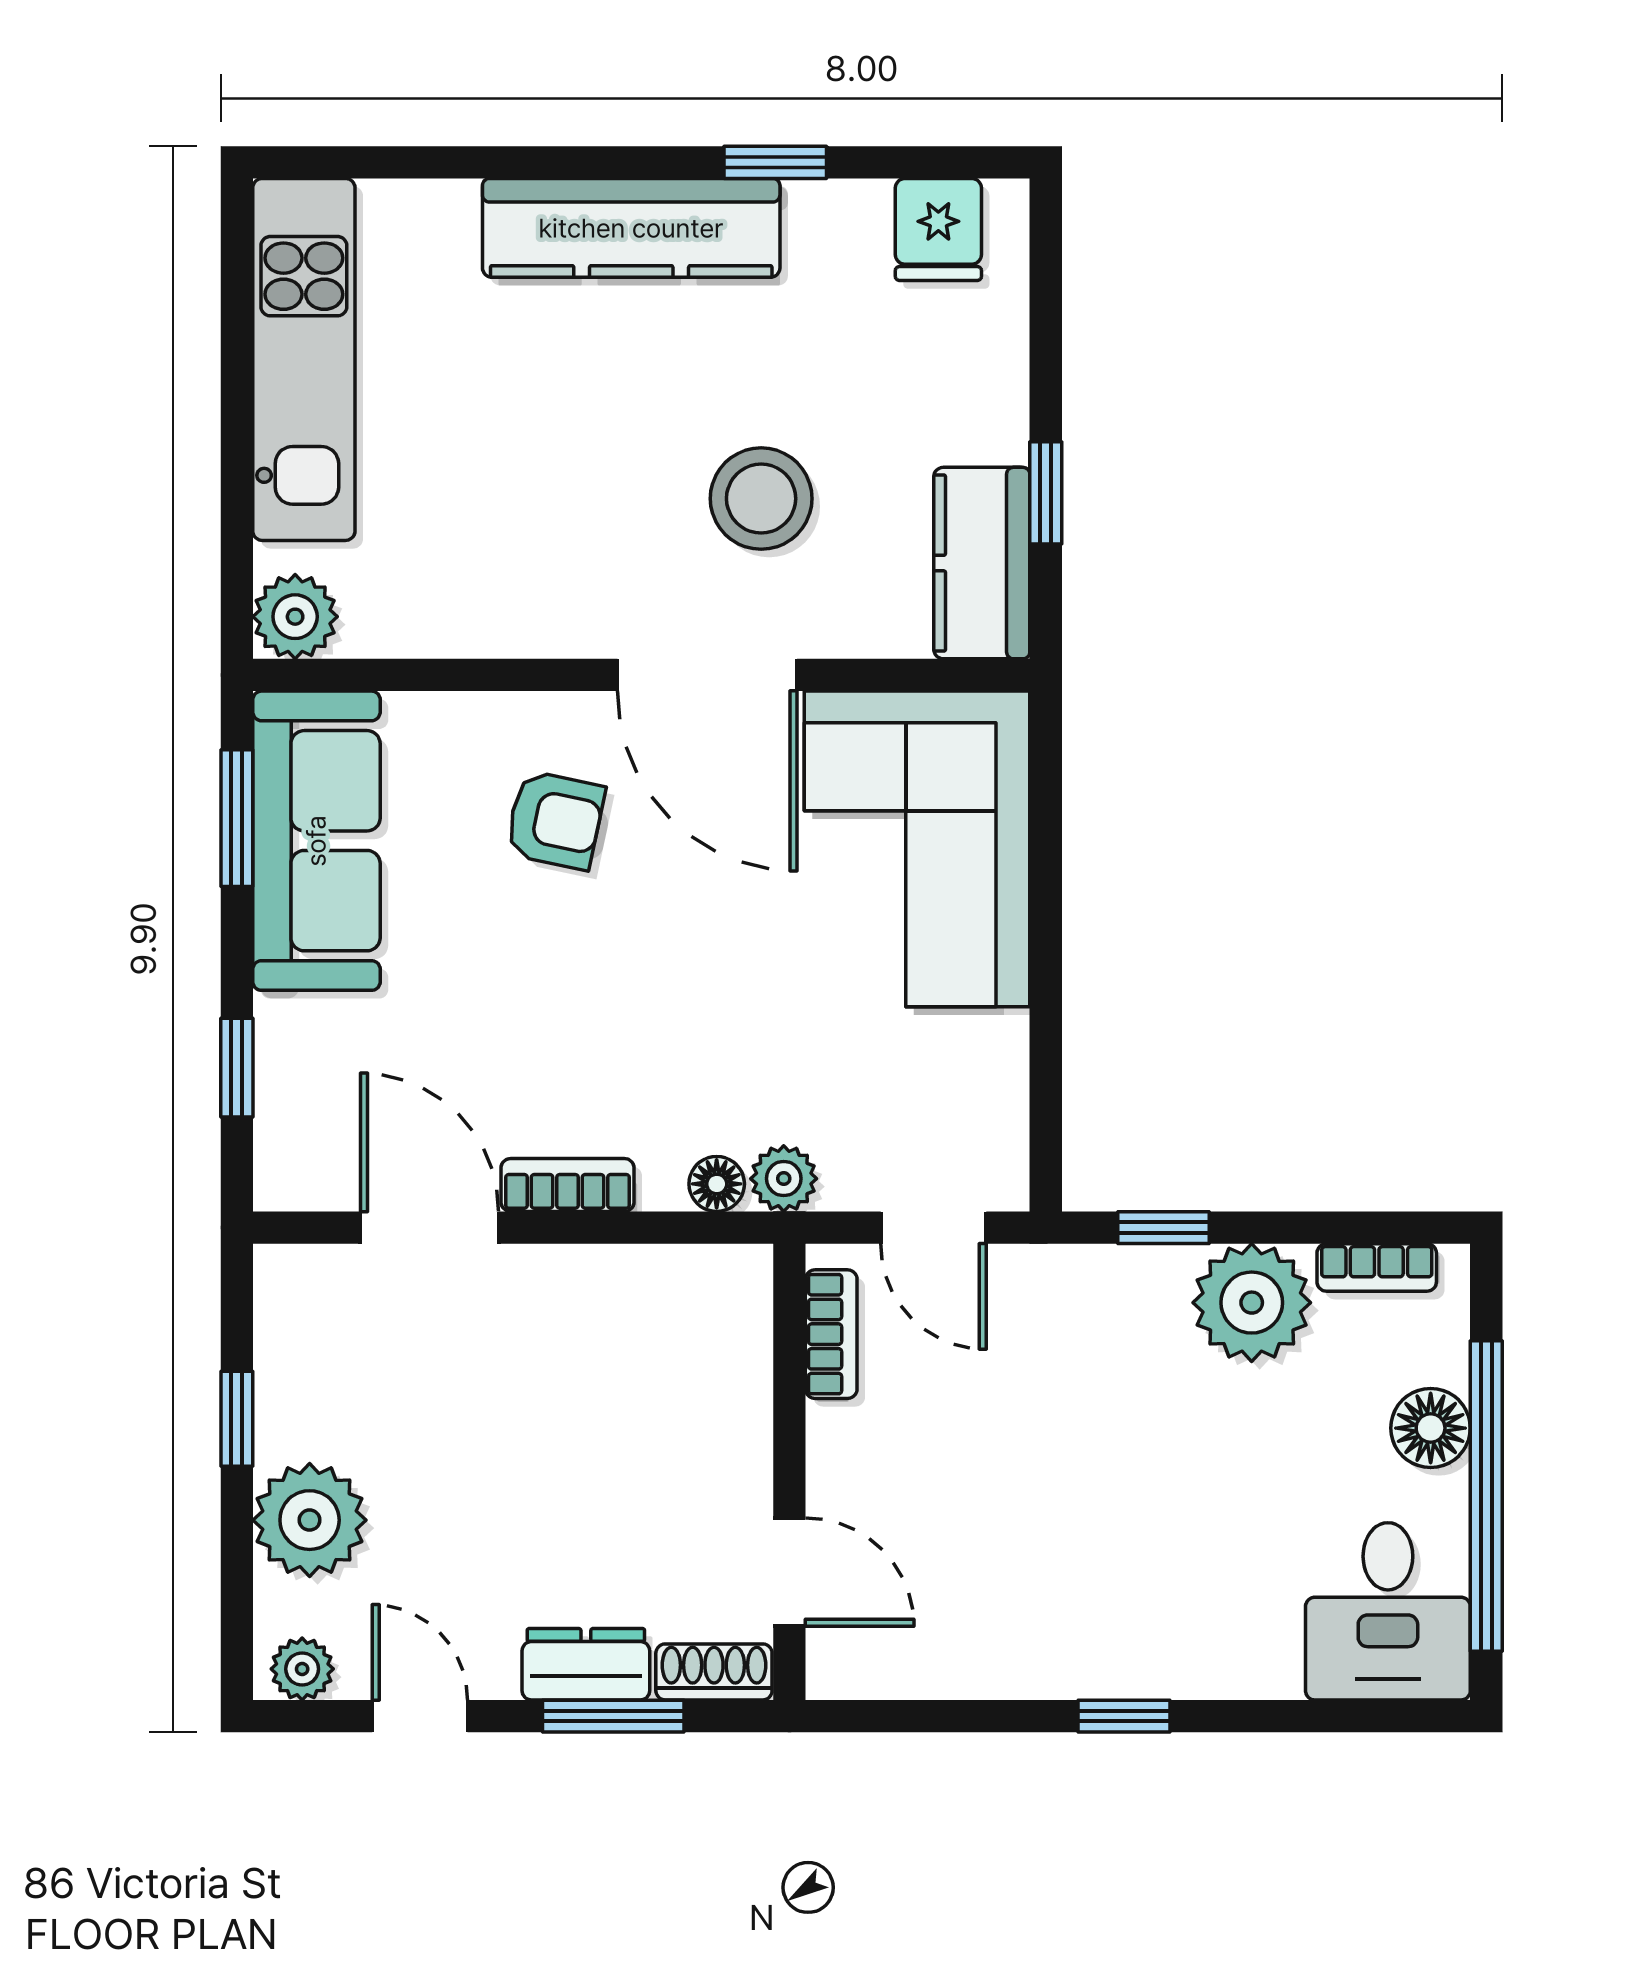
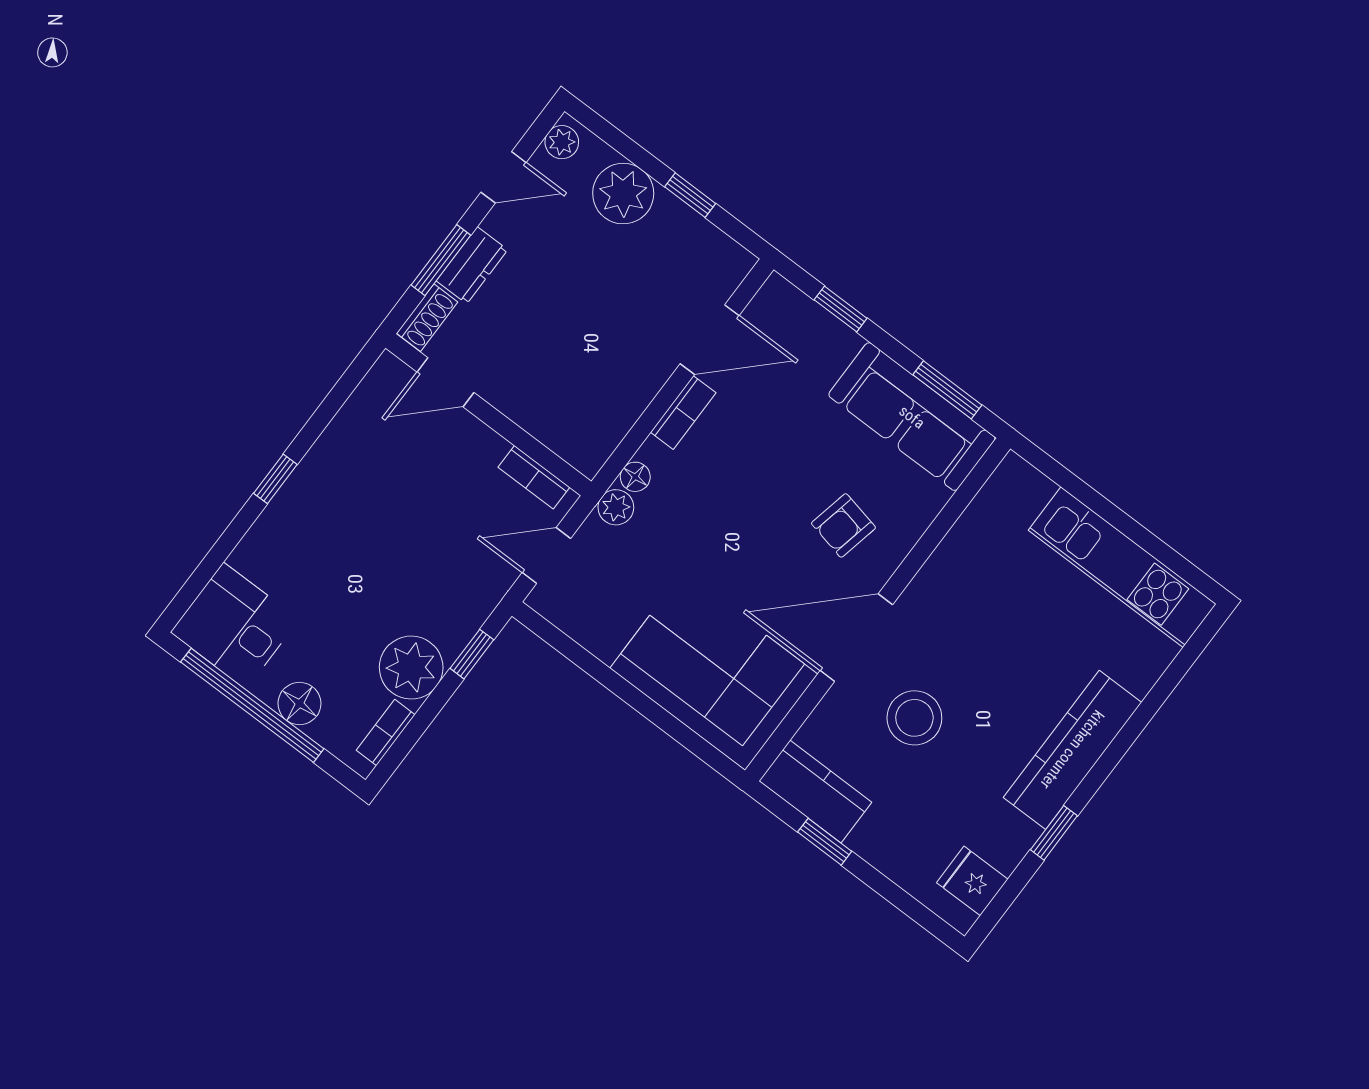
plant: (295, 617) -> (1015, 480), removed

